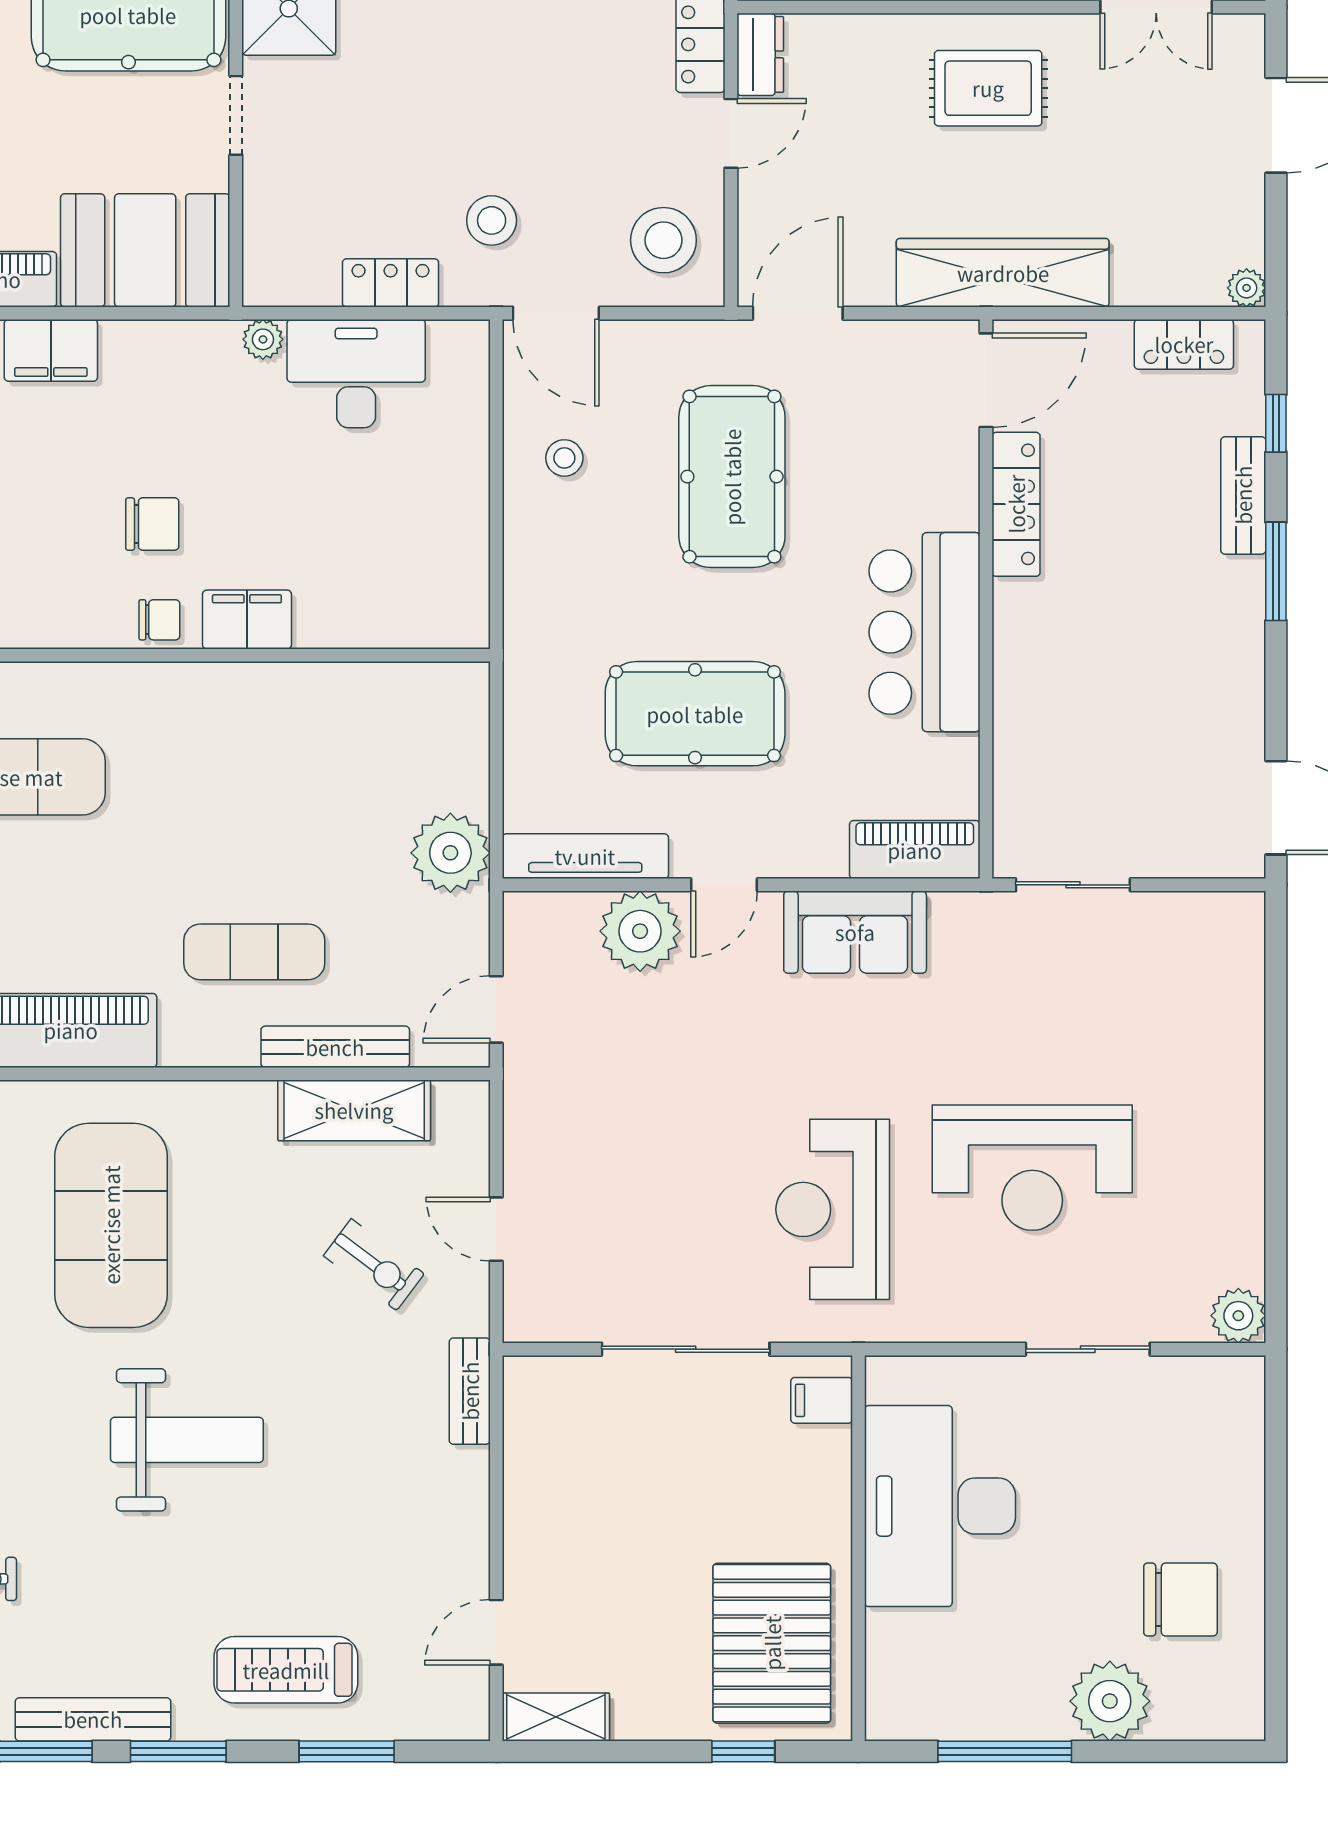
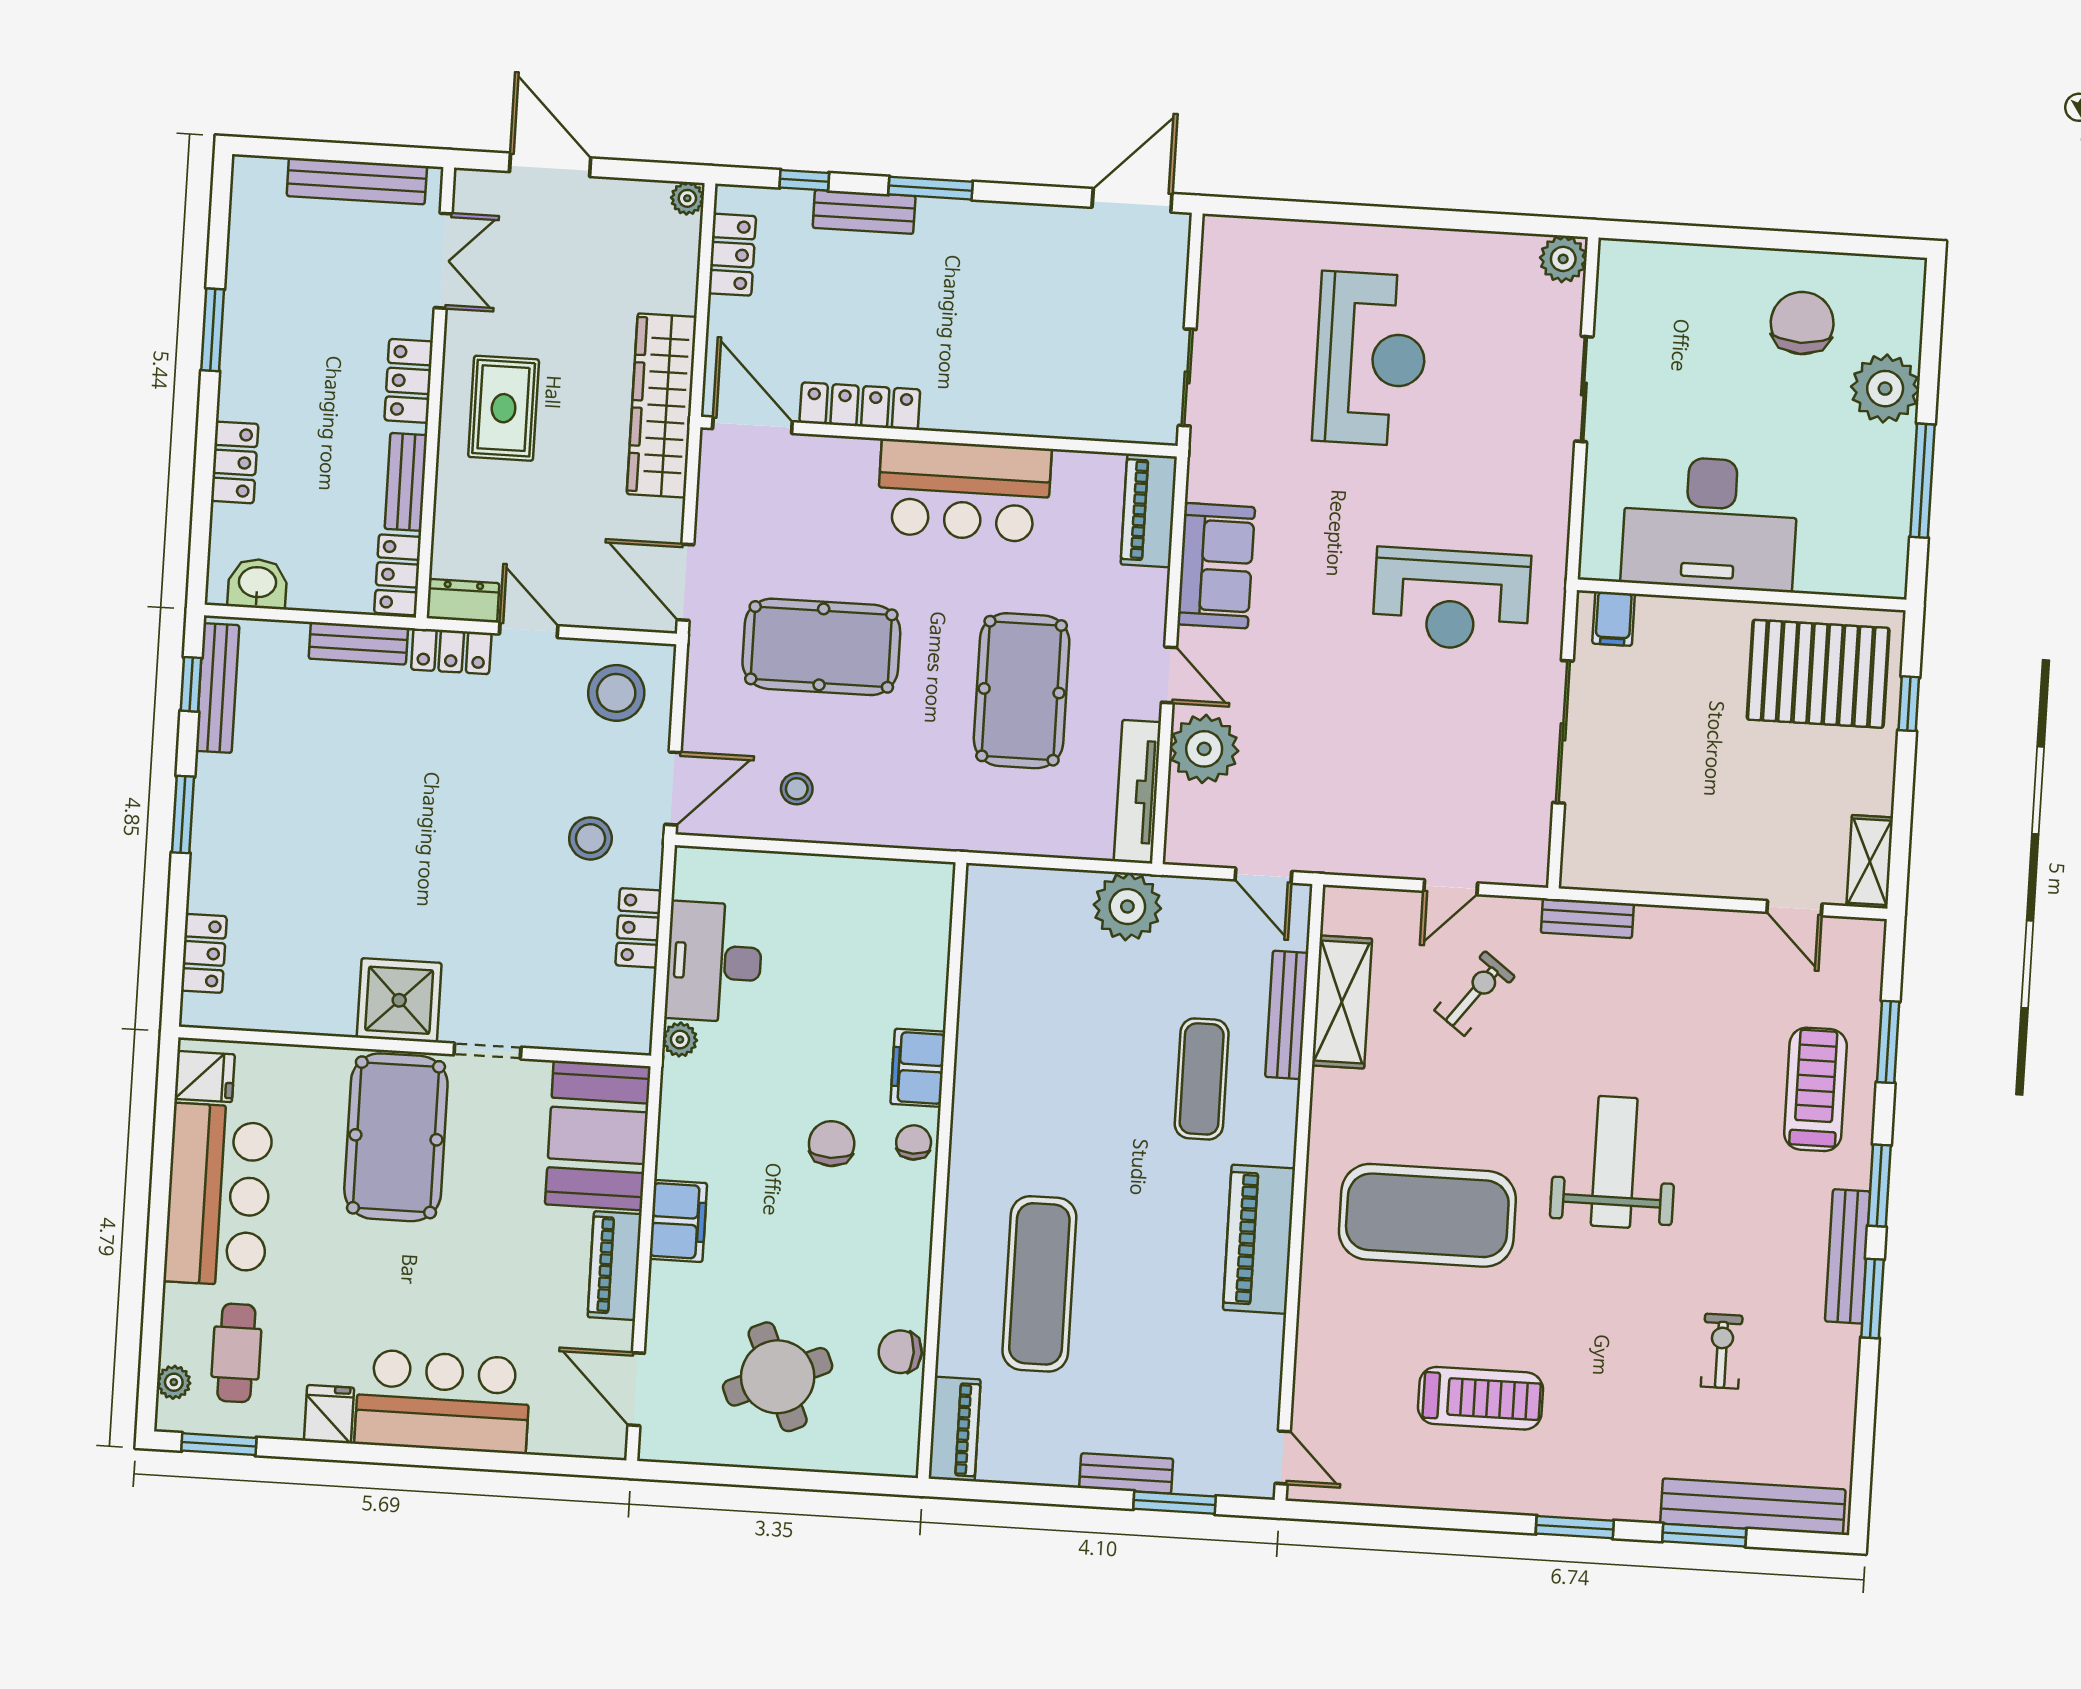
reception desk: (1032, 1168) -> (1371, 359), moved
treadmill: (286, 1670) -> (1815, 1089), turned 180

